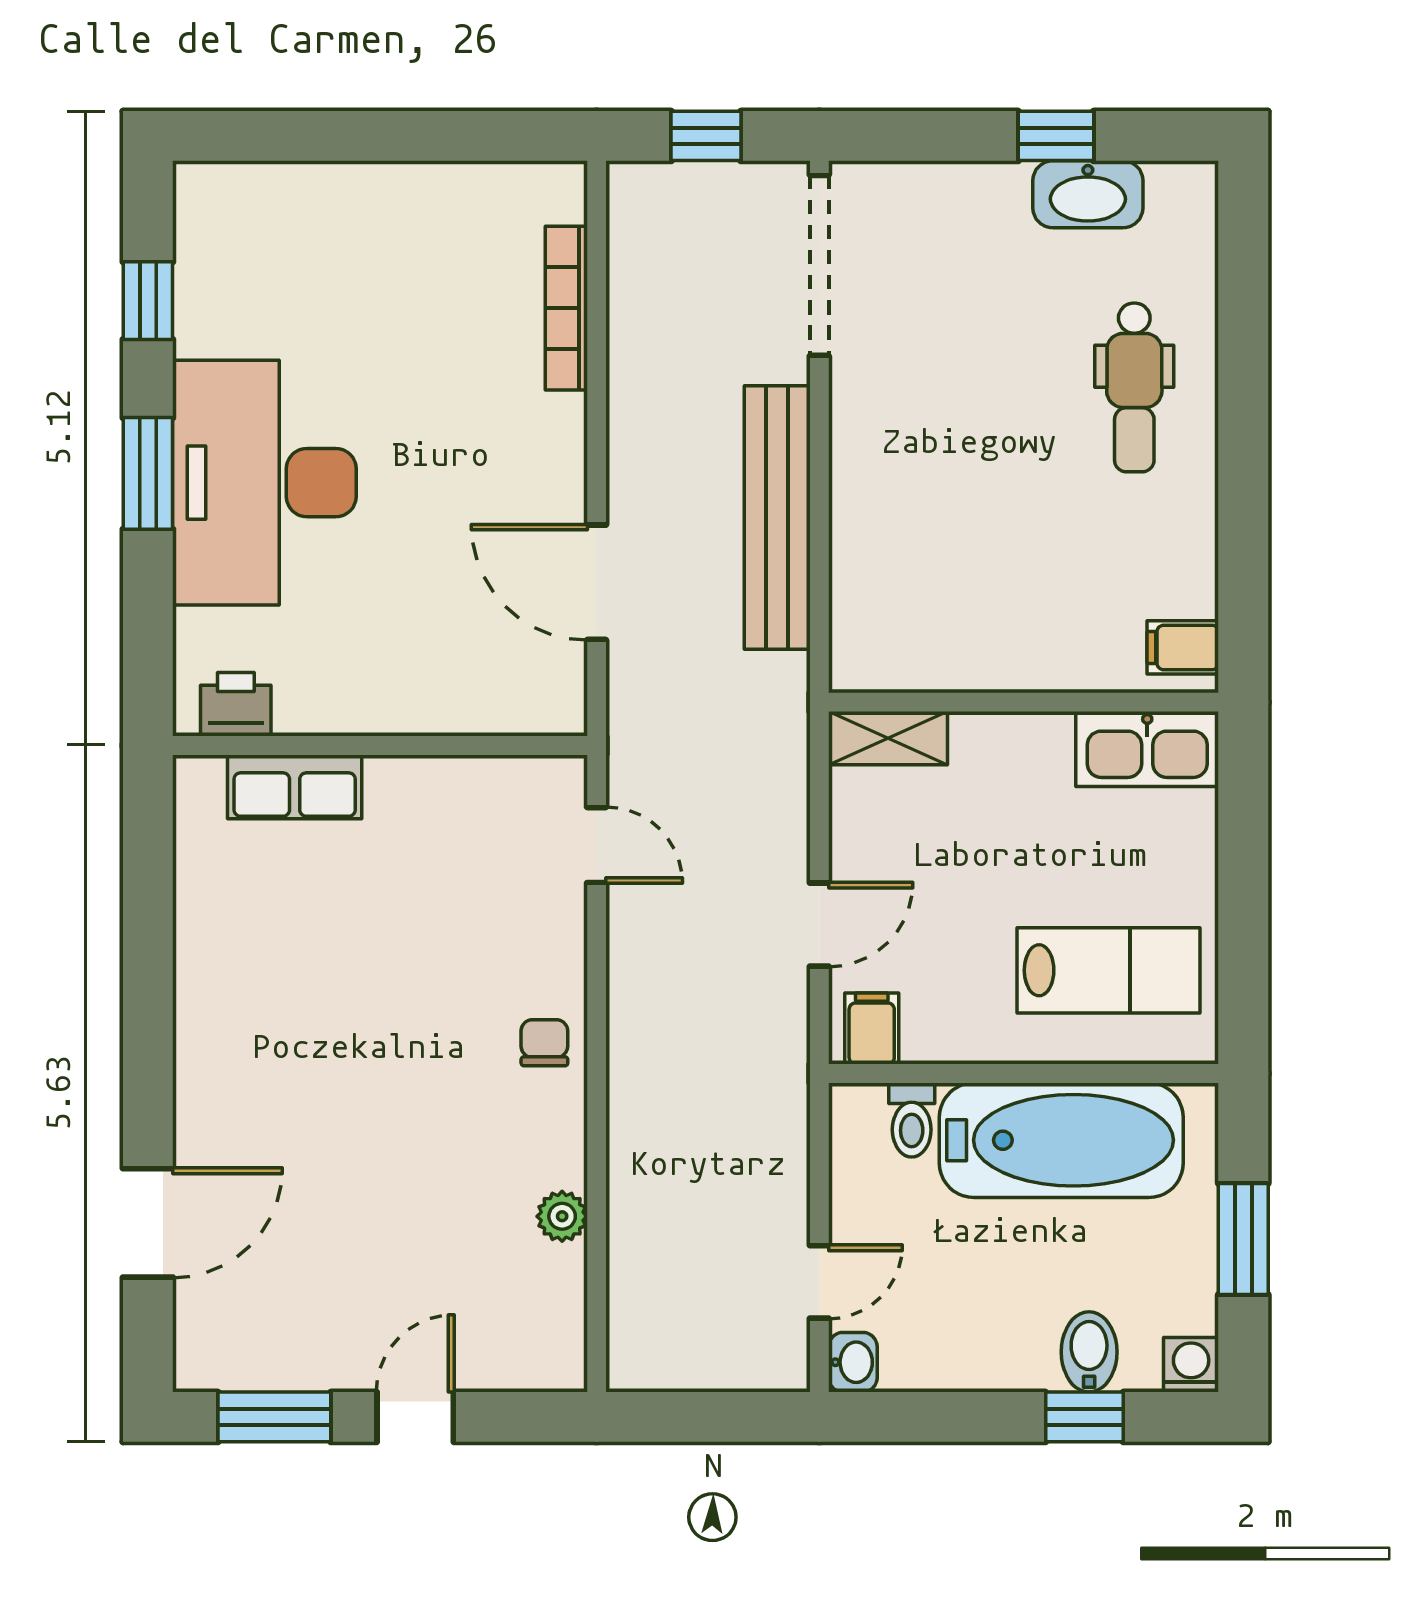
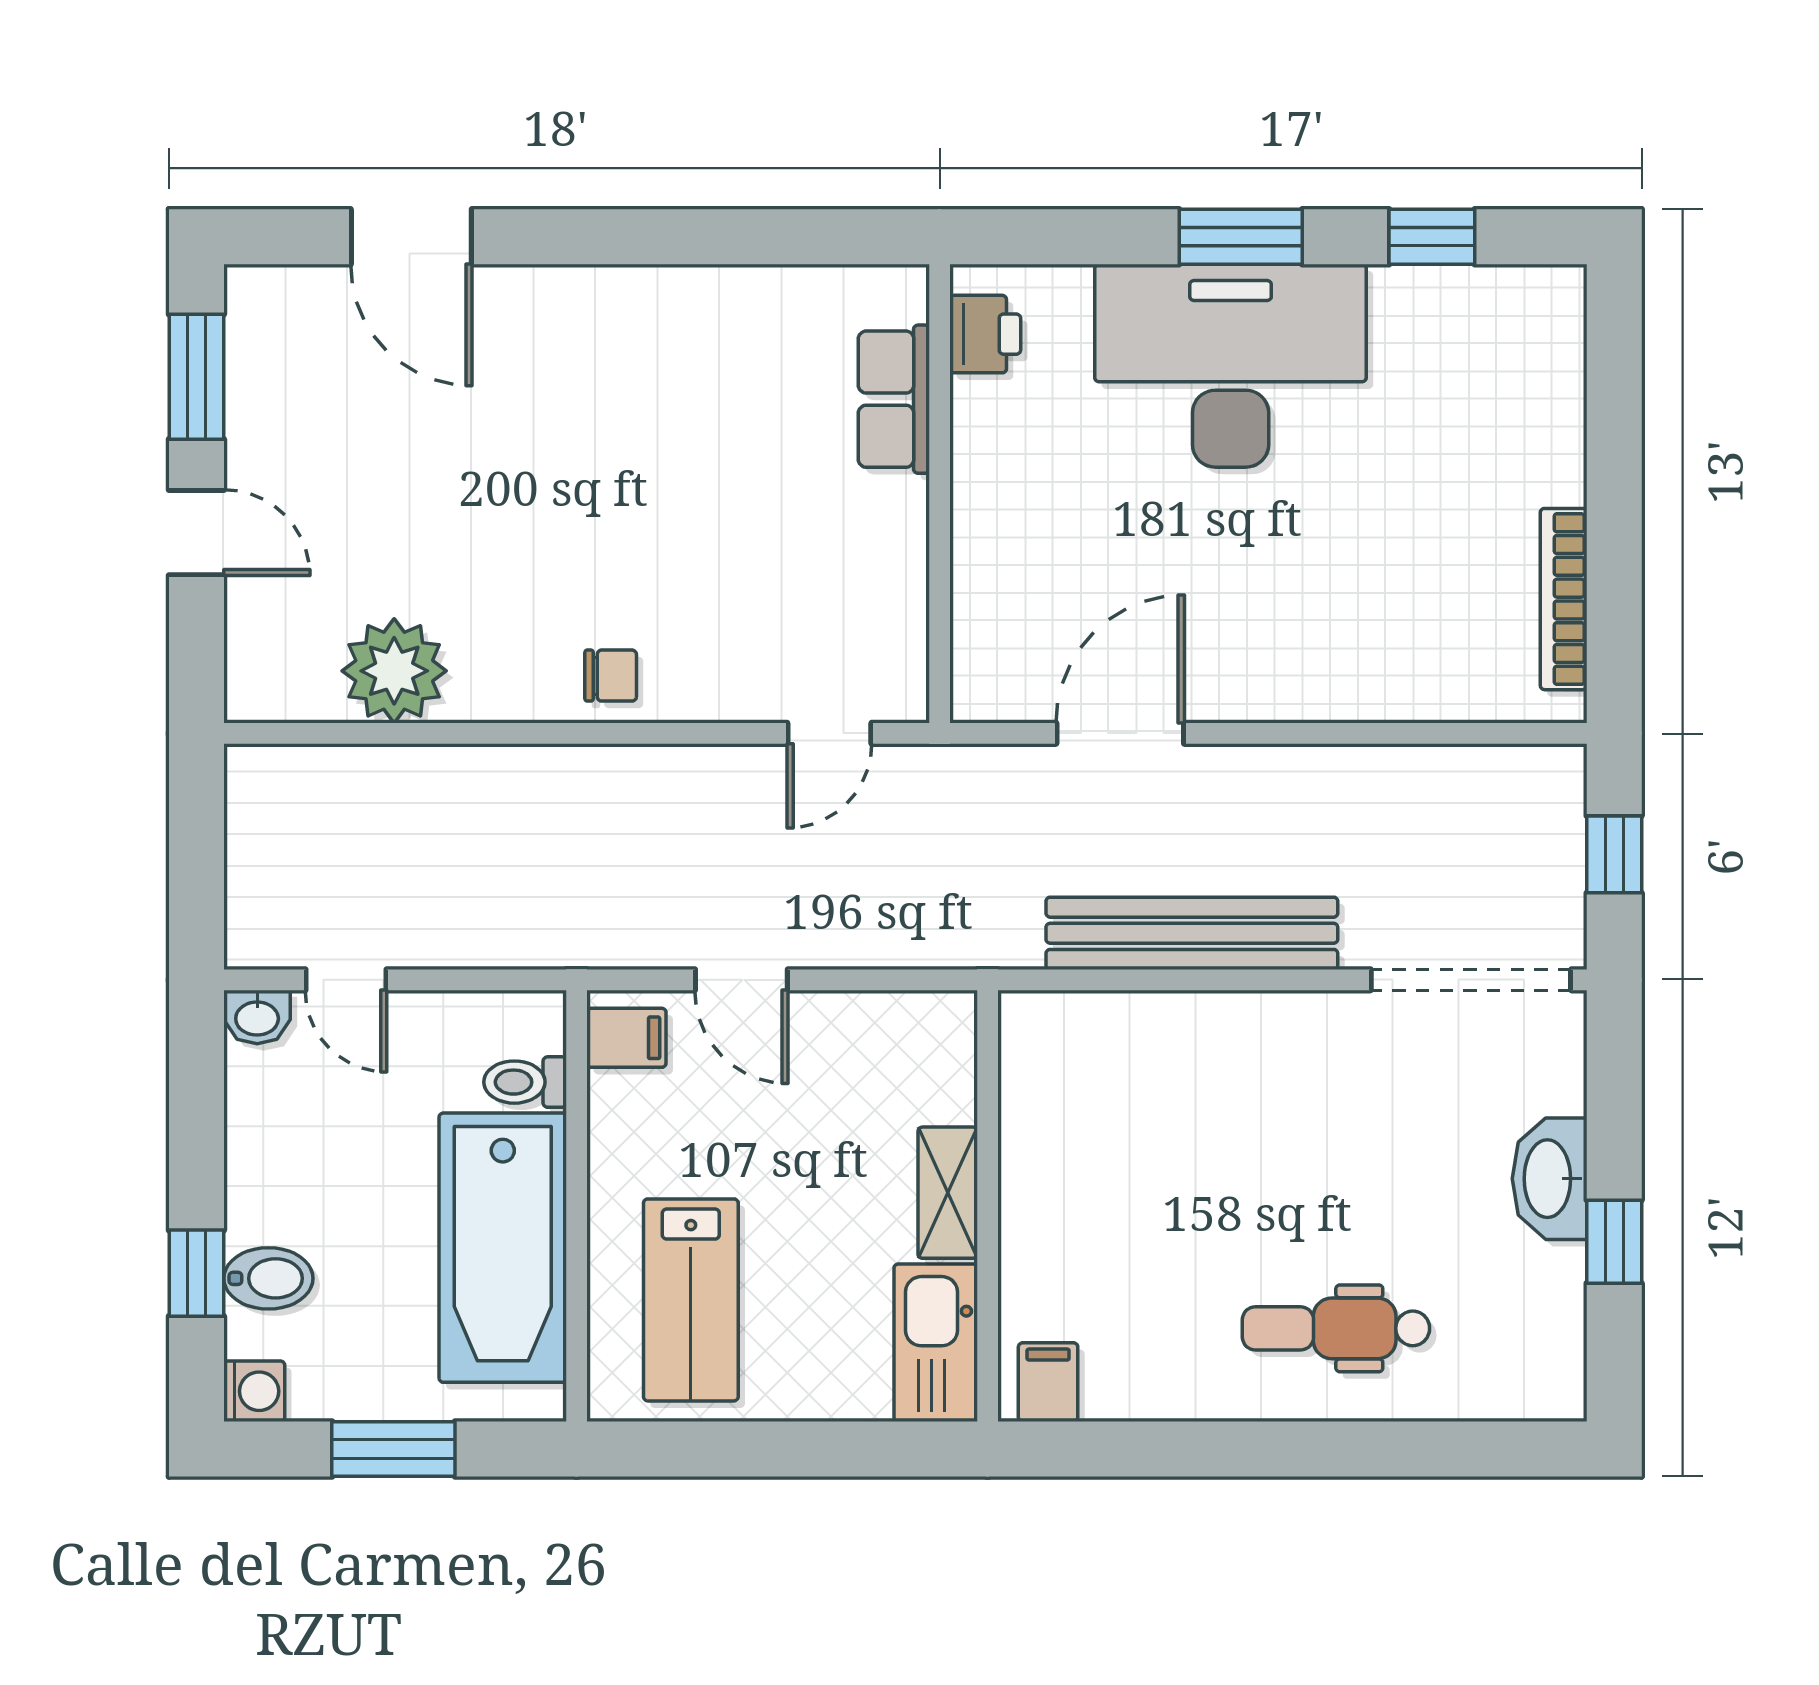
washbasin: (1088, 194) -> (1550, 1179), moved
bookcase: (566, 308) -> (1564, 599), moved, turned -90
shelving: (888, 738) -> (948, 1193), moved
plant: (562, 1216) -> (394, 671), width x1.88, depth x1.88

